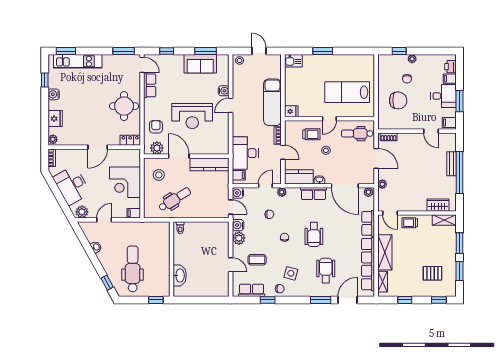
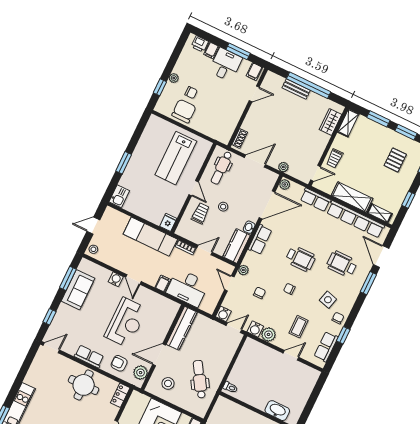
window: (124, 51) -> (29, 359), removed
row of seats: (150, 85) -> (89, 356), moved
chair: (398, 100) -> (184, 111), moved
filing cabinet: (239, 175) -> (163, 284), moved

